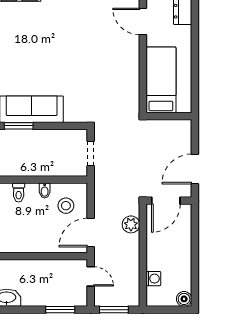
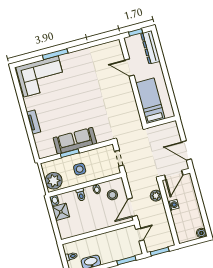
side table: (27, 154) -> (80, 169), added
door: (195, 169) -> (186, 150), hinge flipped
door: (91, 276) -> (140, 235), hinge flipped
washing machine: (153, 279) -> (173, 205), moved

